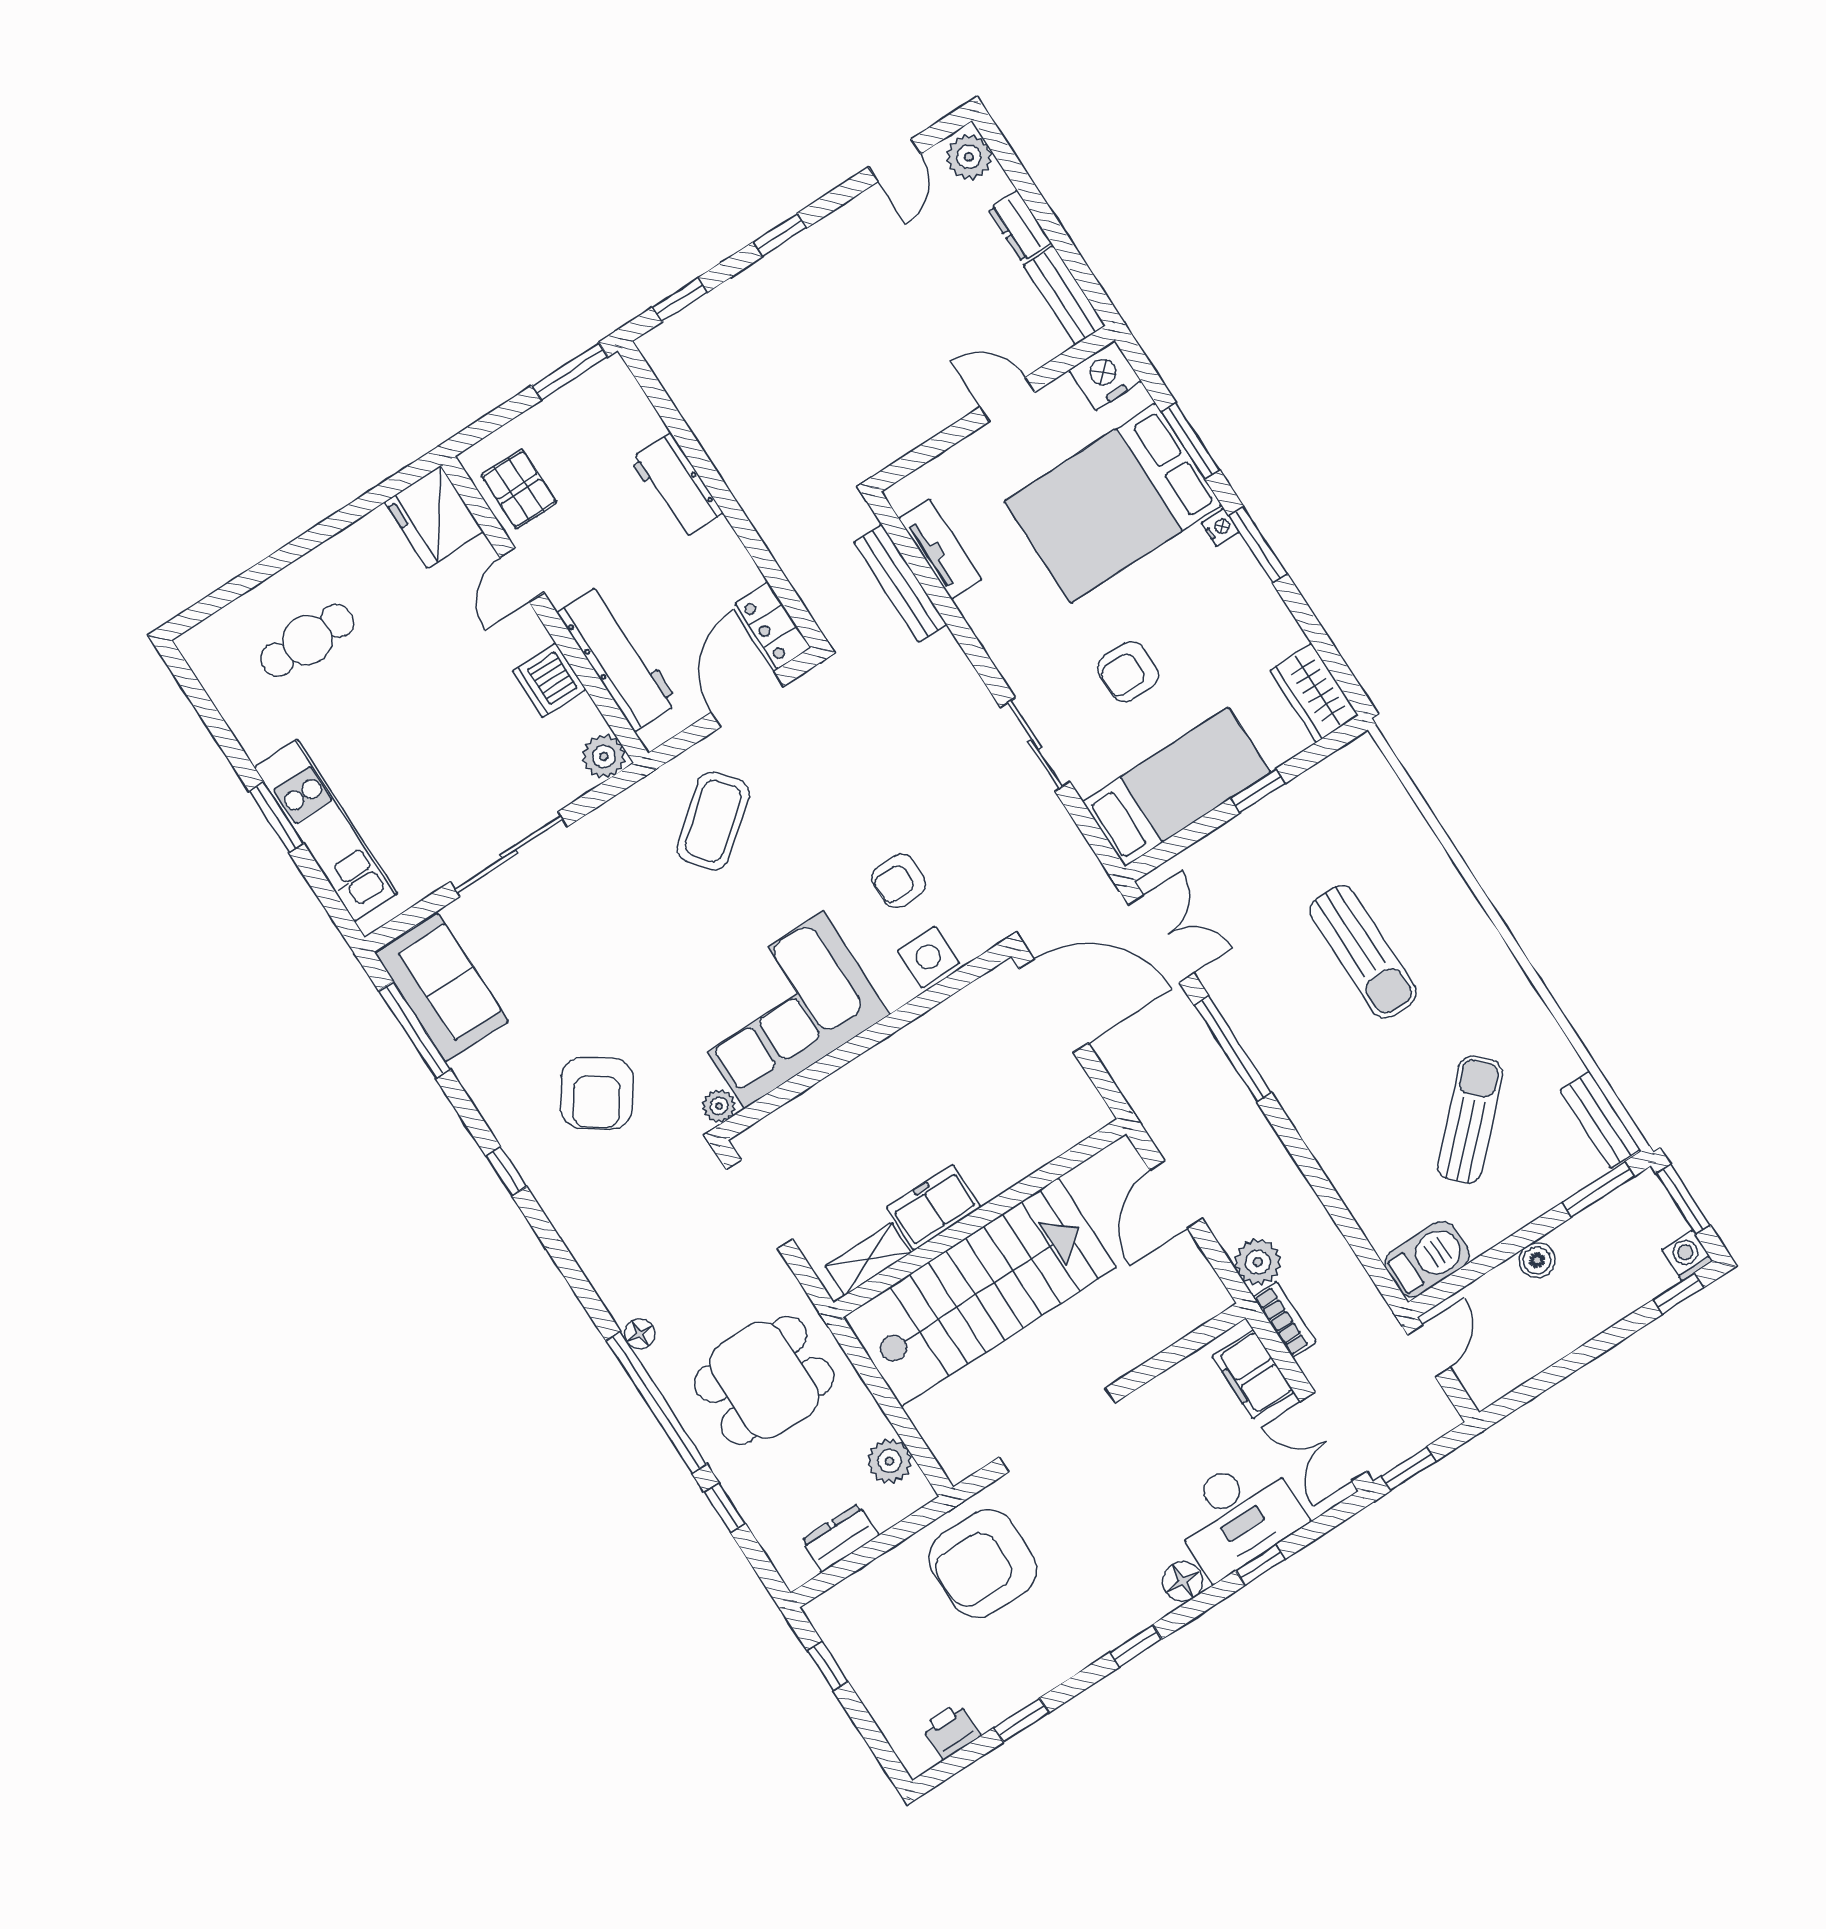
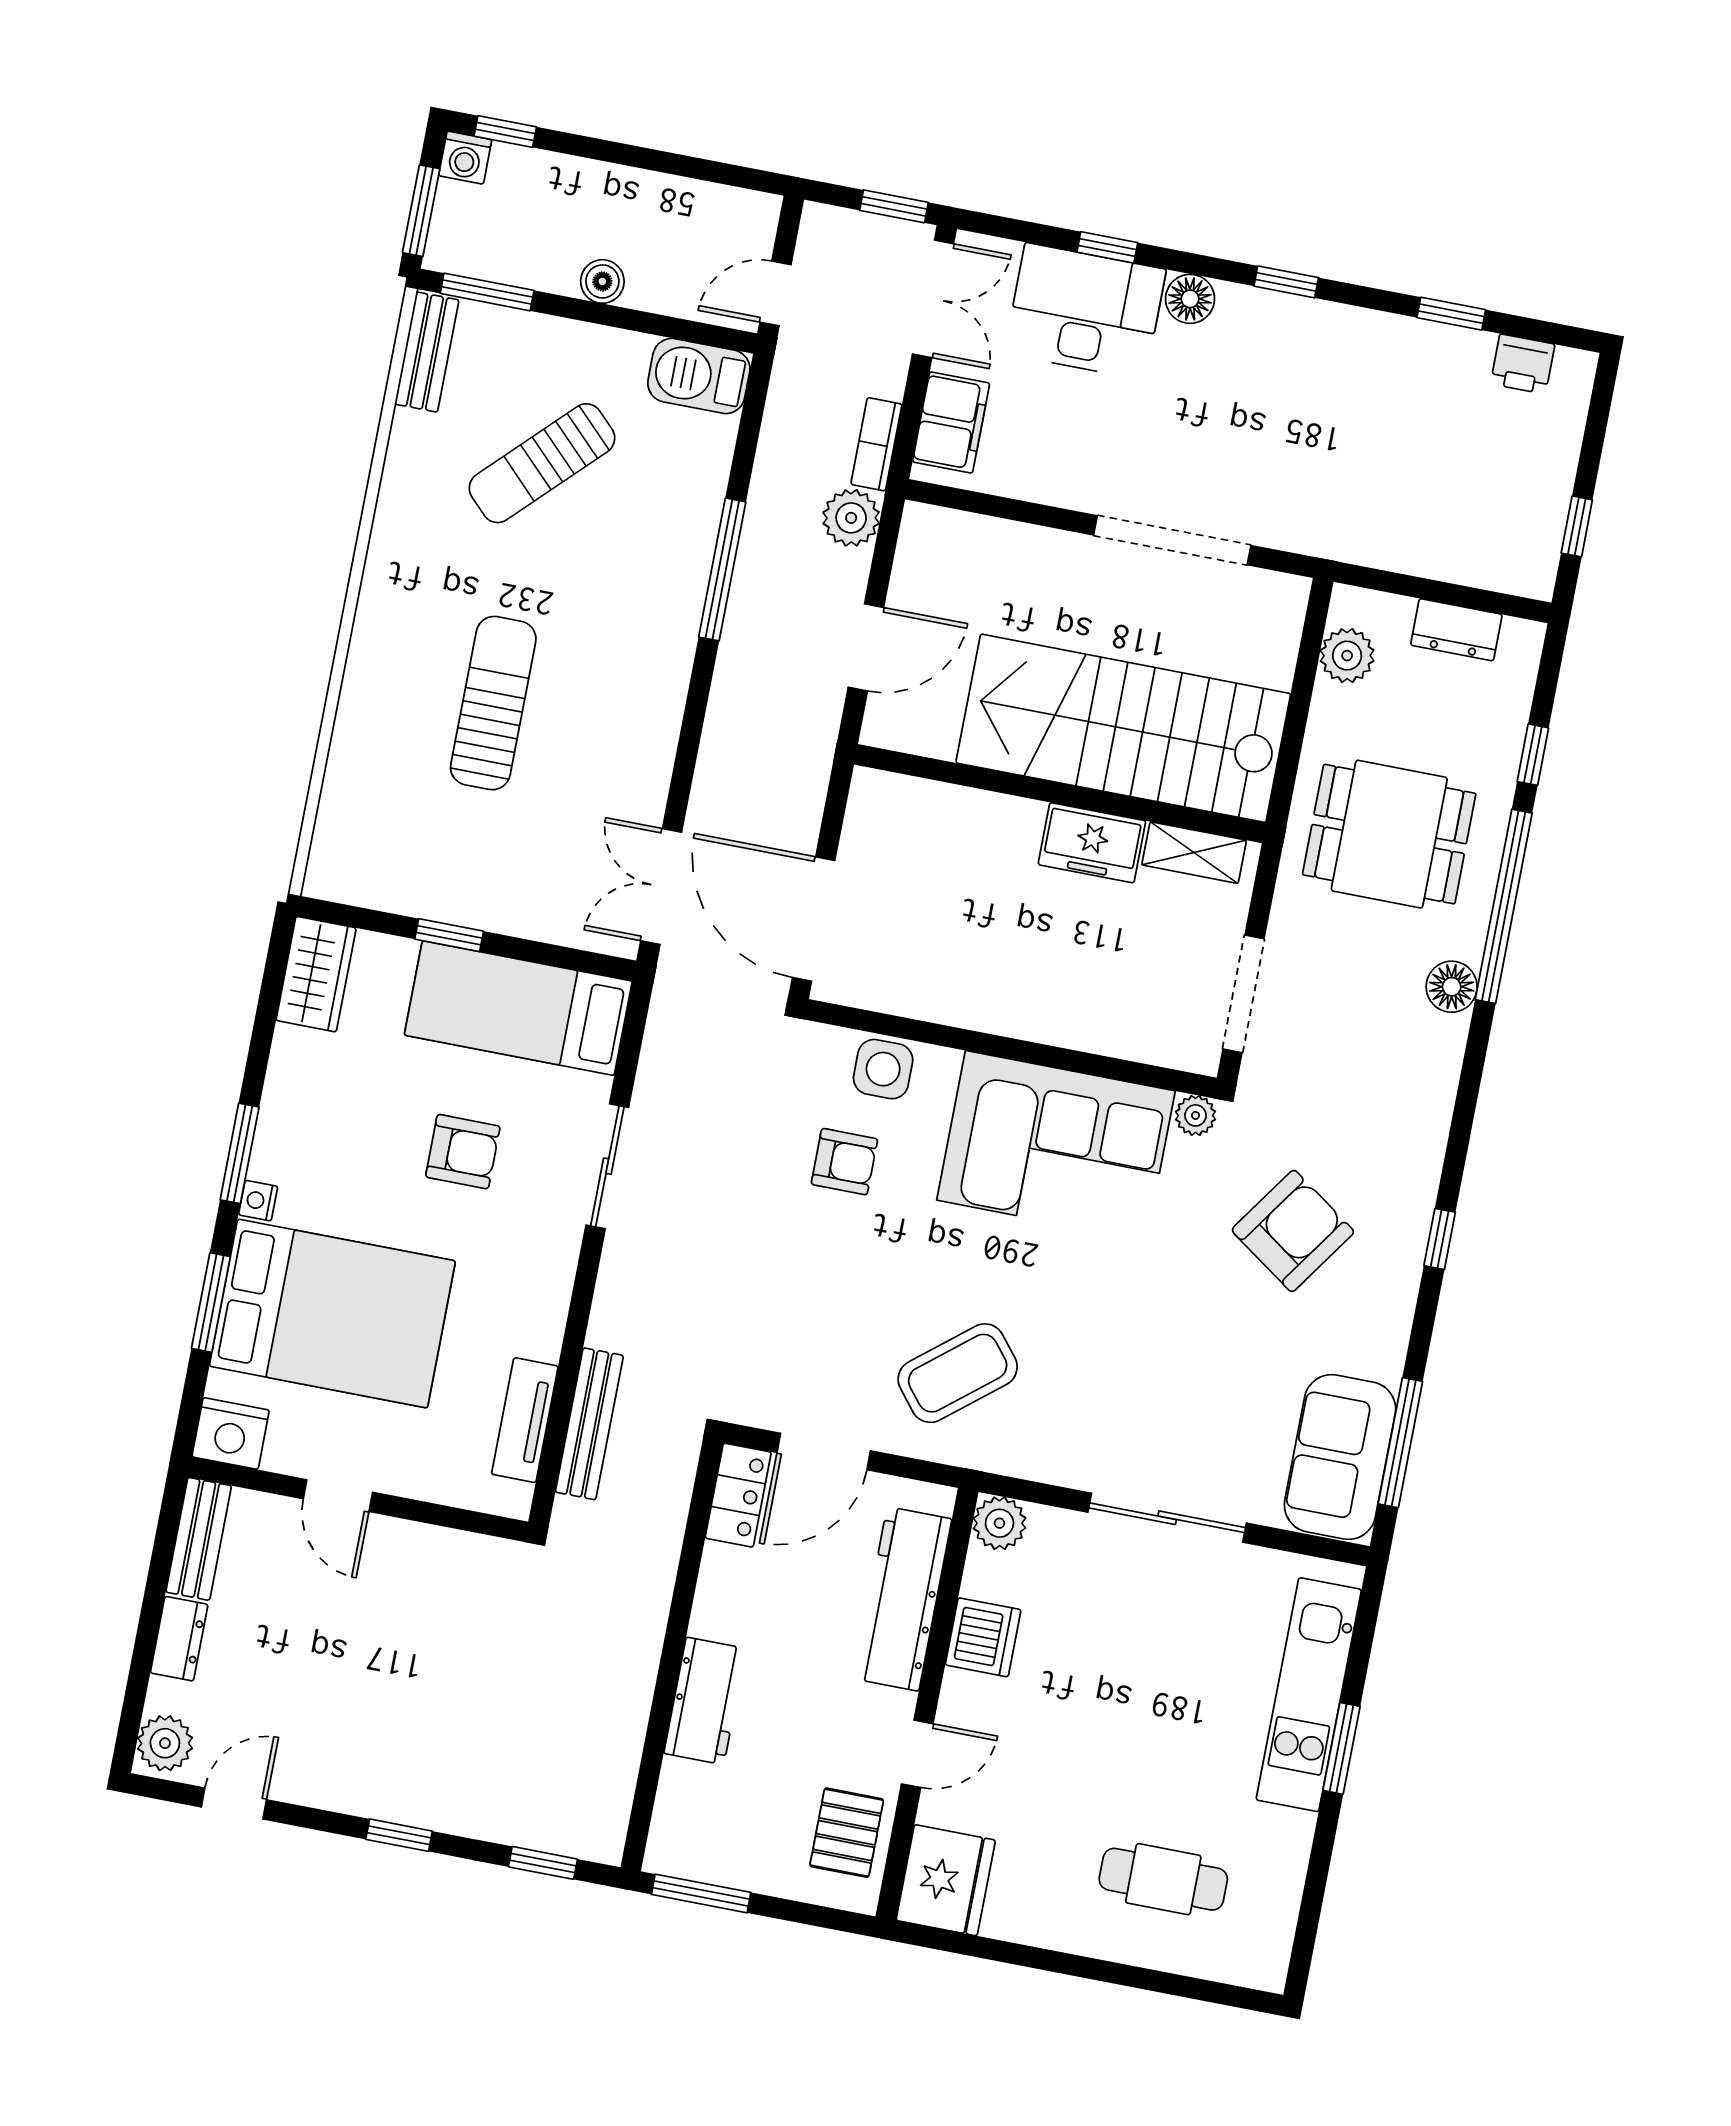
window: (1233, 1049) -> (722, 569), moved
floor lamp: (640, 1334) -> (1452, 987), width x1.37, depth x1.37
armchair: (983, 1563) -> (1352, 485), removed

